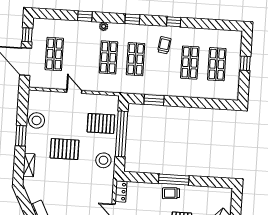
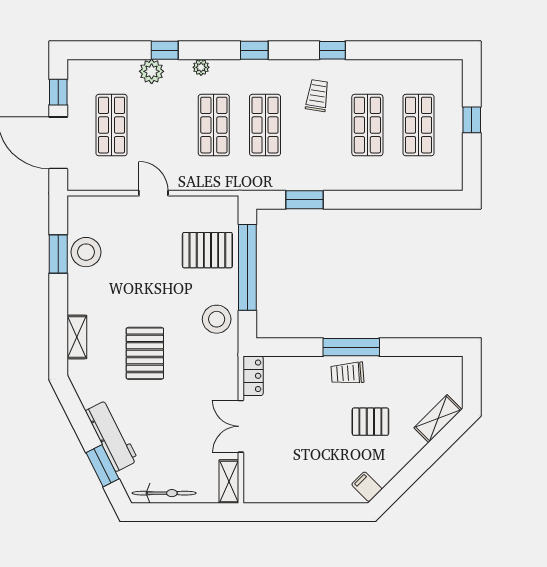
plant: (77, 27) -> (152, 71), added
window: (21, 136) -> (58, 254), moved
pallet: (65, 149) -> (145, 353), moved, turned 90

